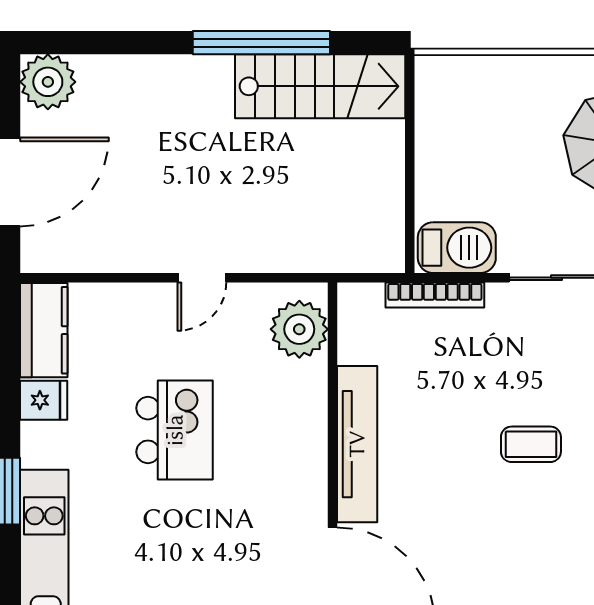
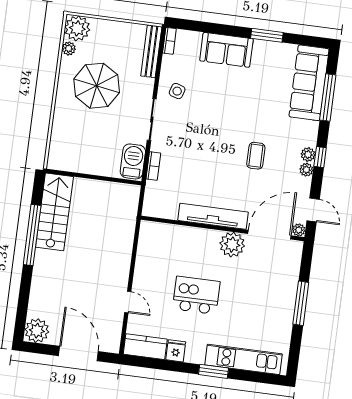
door: (202, 278) -> (128, 302), moved
bookcase: (435, 295) -> (153, 166), width x0.64
plant: (299, 329) -> (232, 245), moved
coffee table: (531, 444) -> (256, 156), moved

